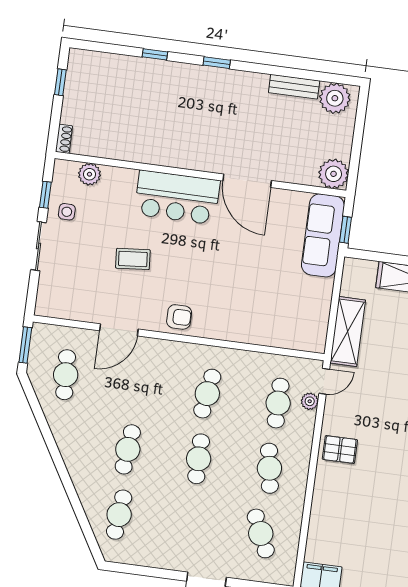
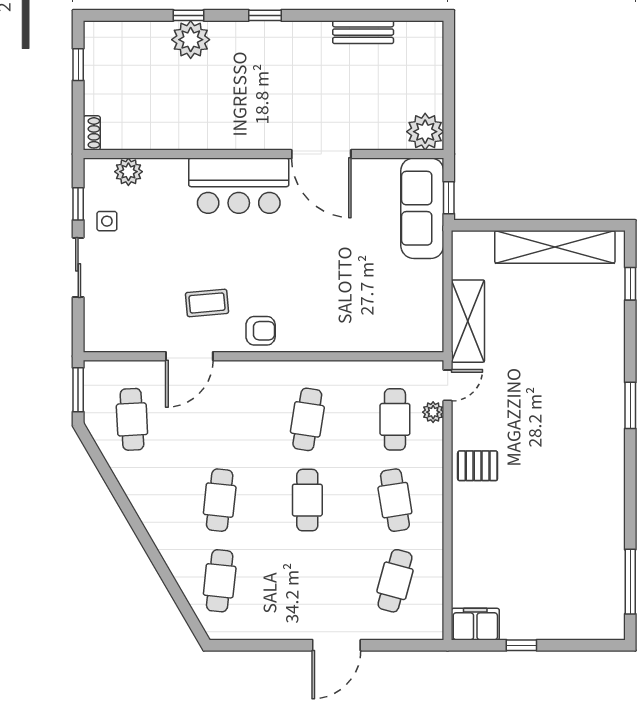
plant: (335, 98) -> (191, 40), moved
coffee table: (133, 259) -> (207, 303), moved
cafe table: (261, 533) -> (395, 581), turned 39

